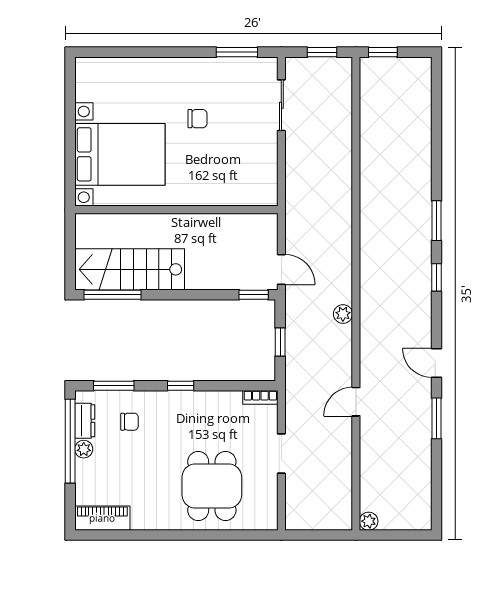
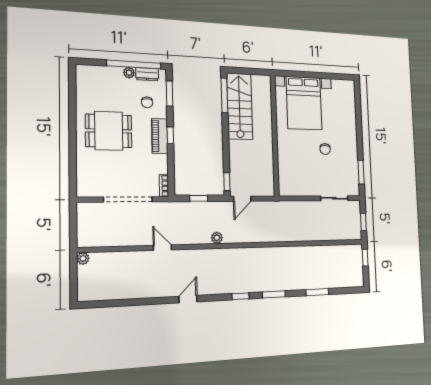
window: (436, 418) -> (317, 292), moved
doorway: (281, 453) -> (128, 199), width x1.88
dining table: (212, 486) -> (109, 131), moved
piano: (102, 518) -> (160, 136), moved, turned 180

